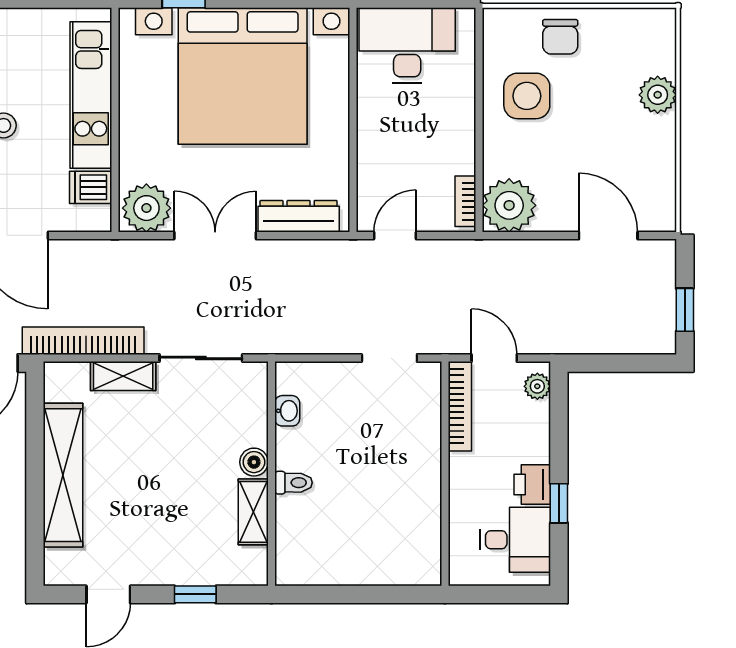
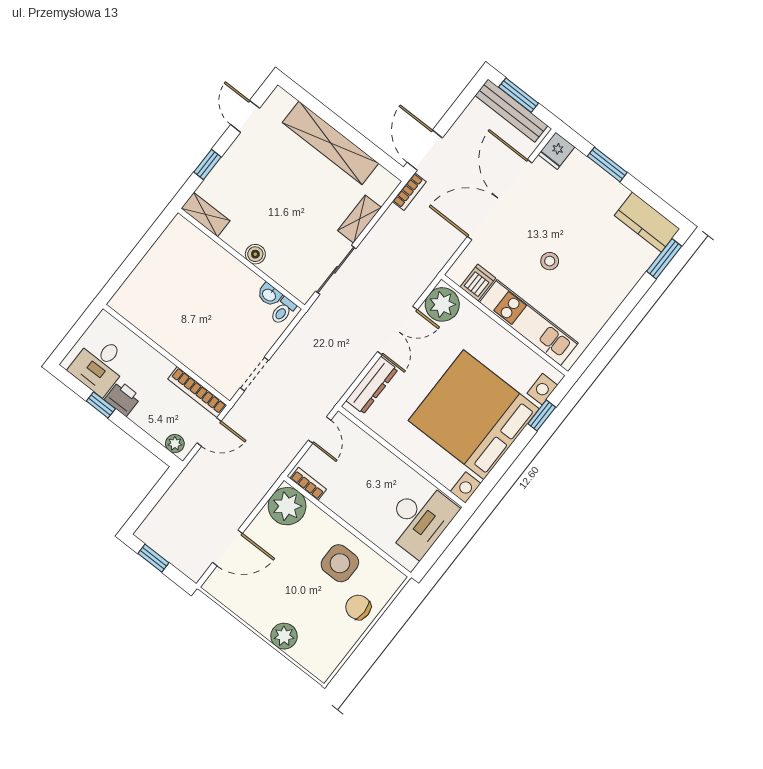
bookcase: (83, 341) -> (409, 192), width x0.43, depth x0.76
toilet: (293, 483) -> (283, 311), moved
shelving: (253, 512) -> (205, 214), moved

